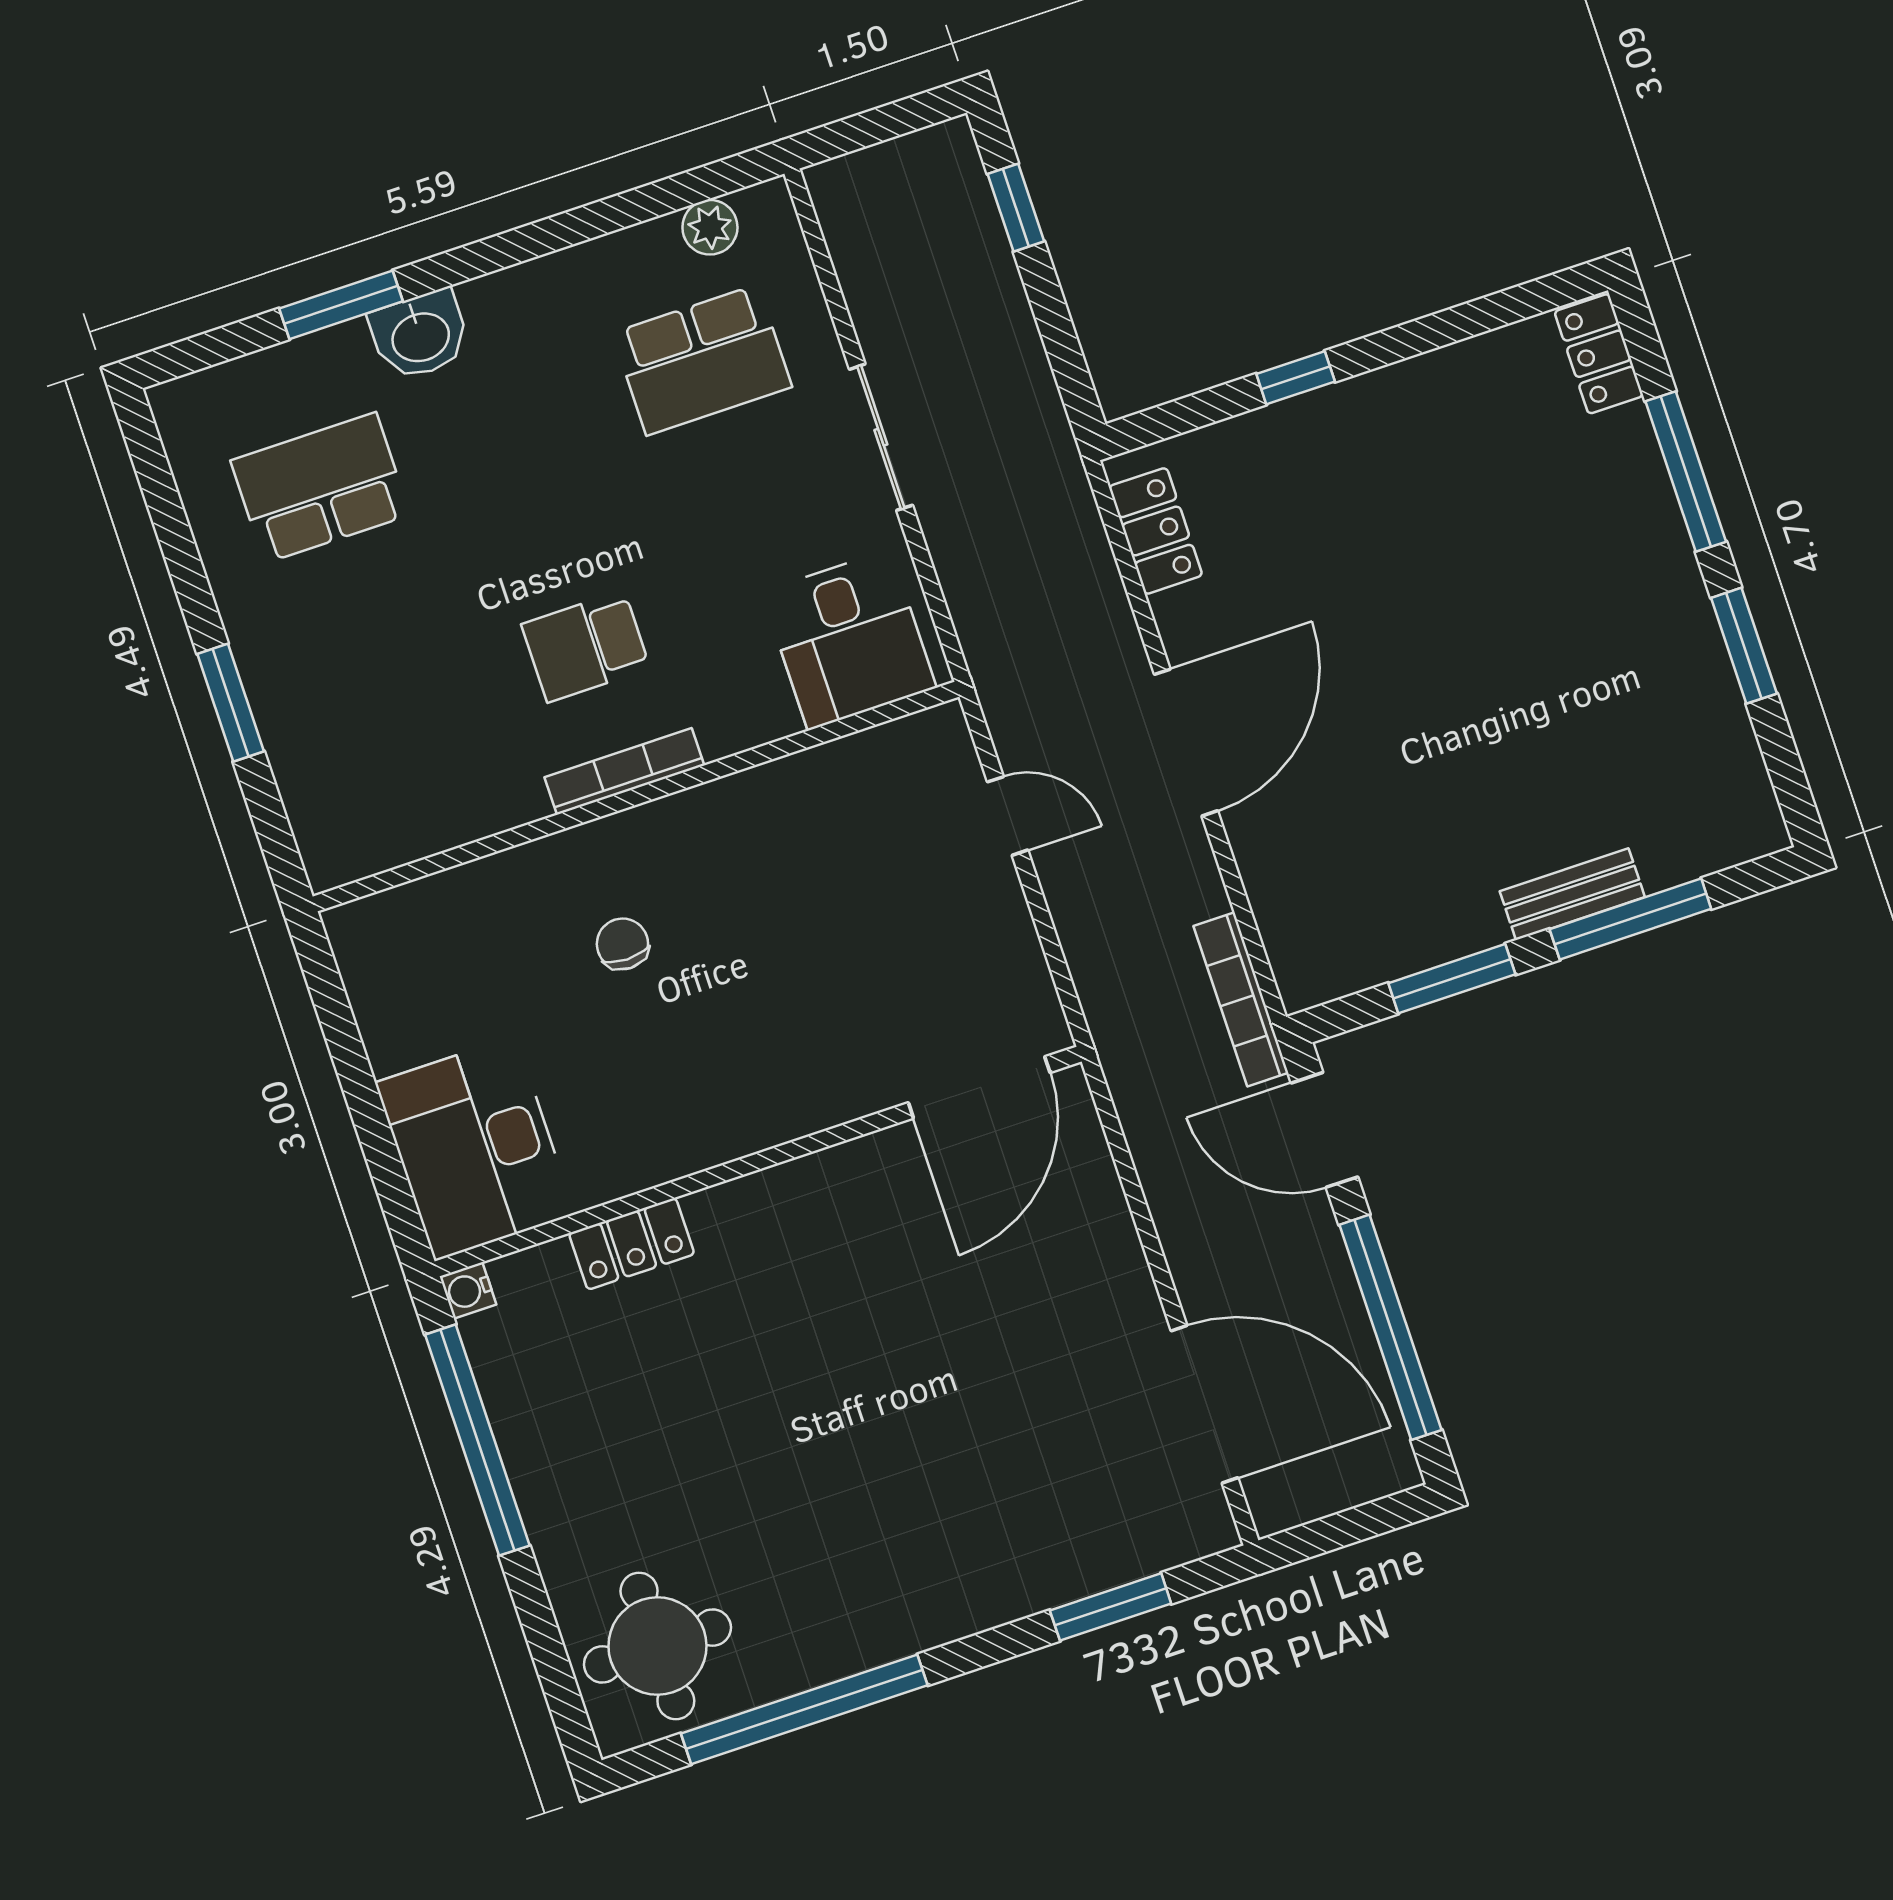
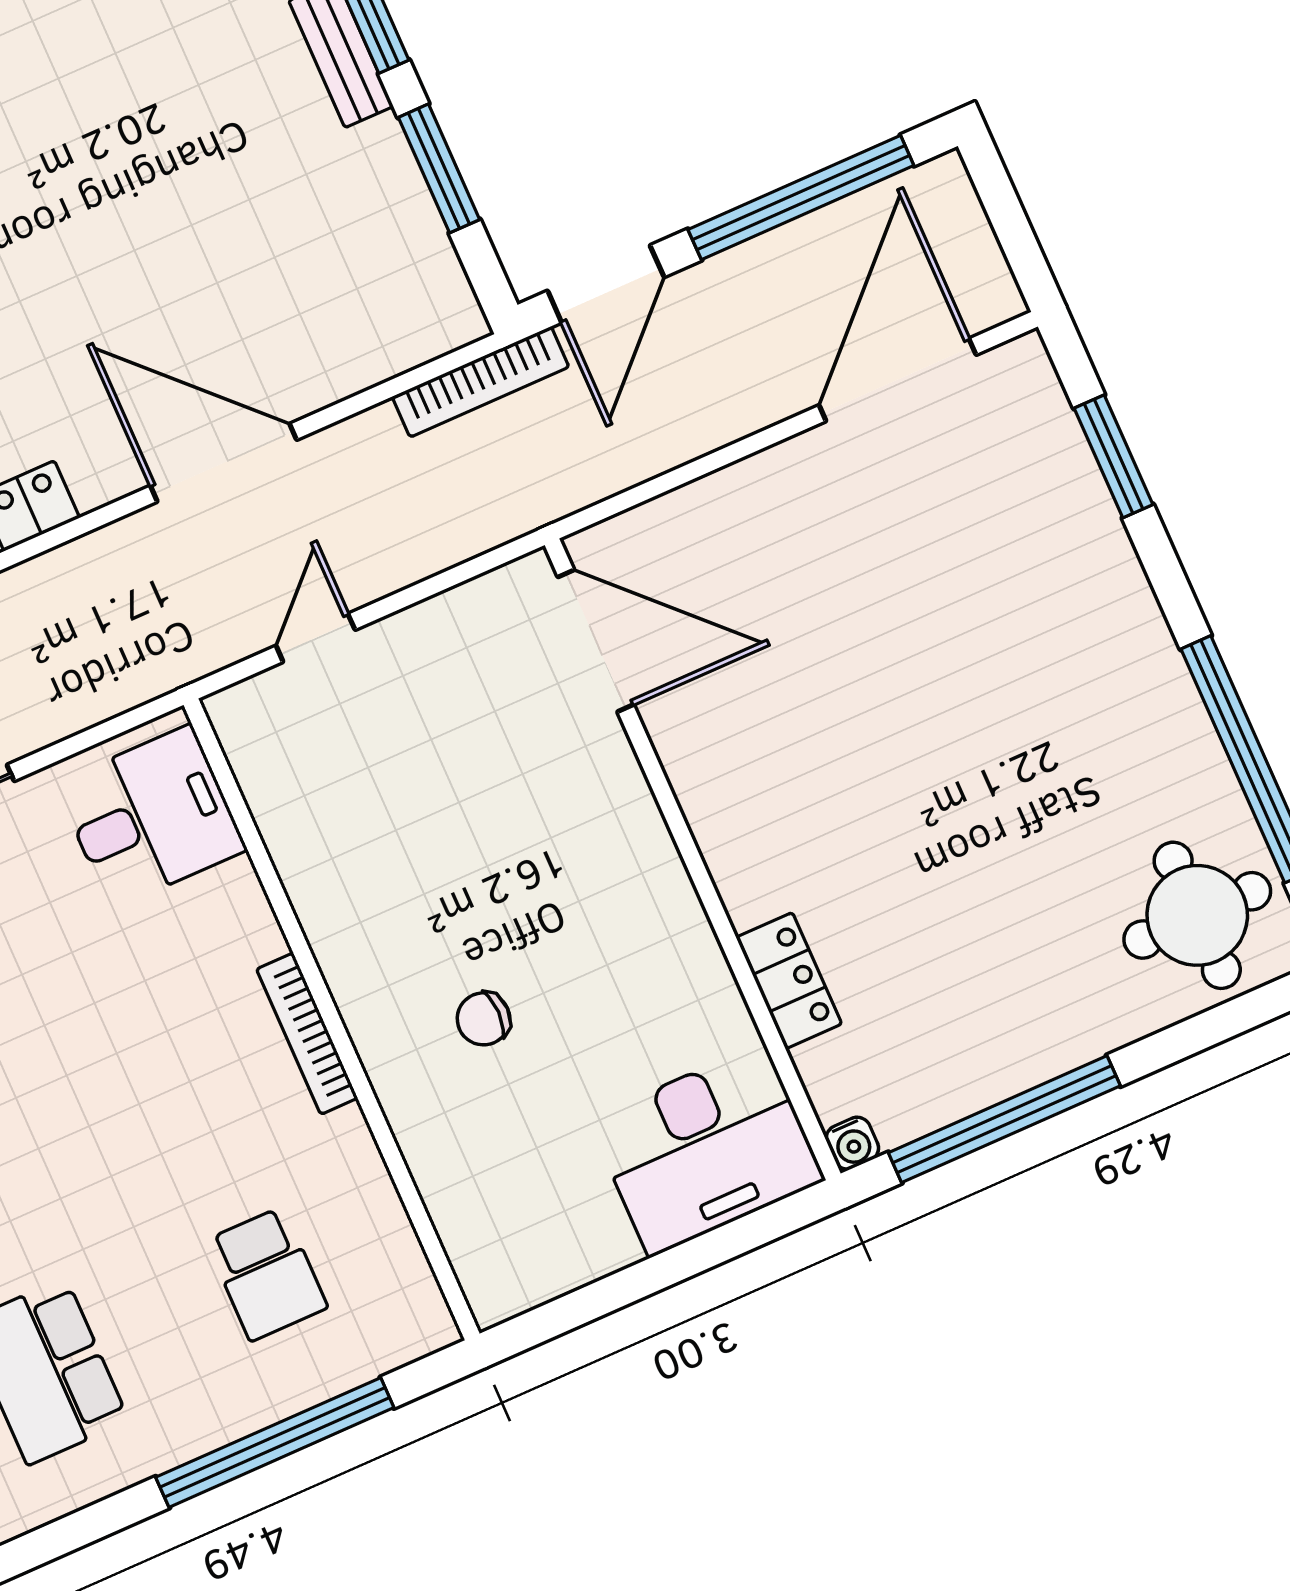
school desk: (586, 646) -> (267, 1274), moved
window: (231, 703) -> (275, 1442), width x2.11

